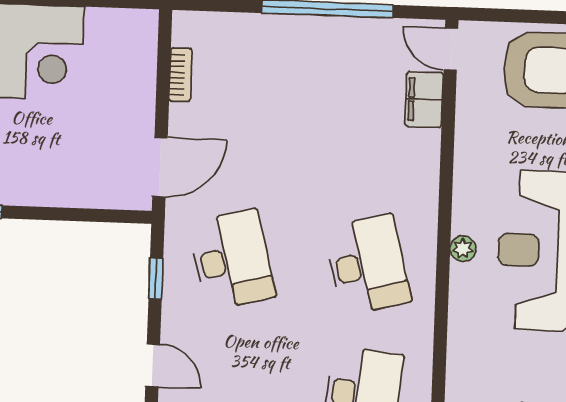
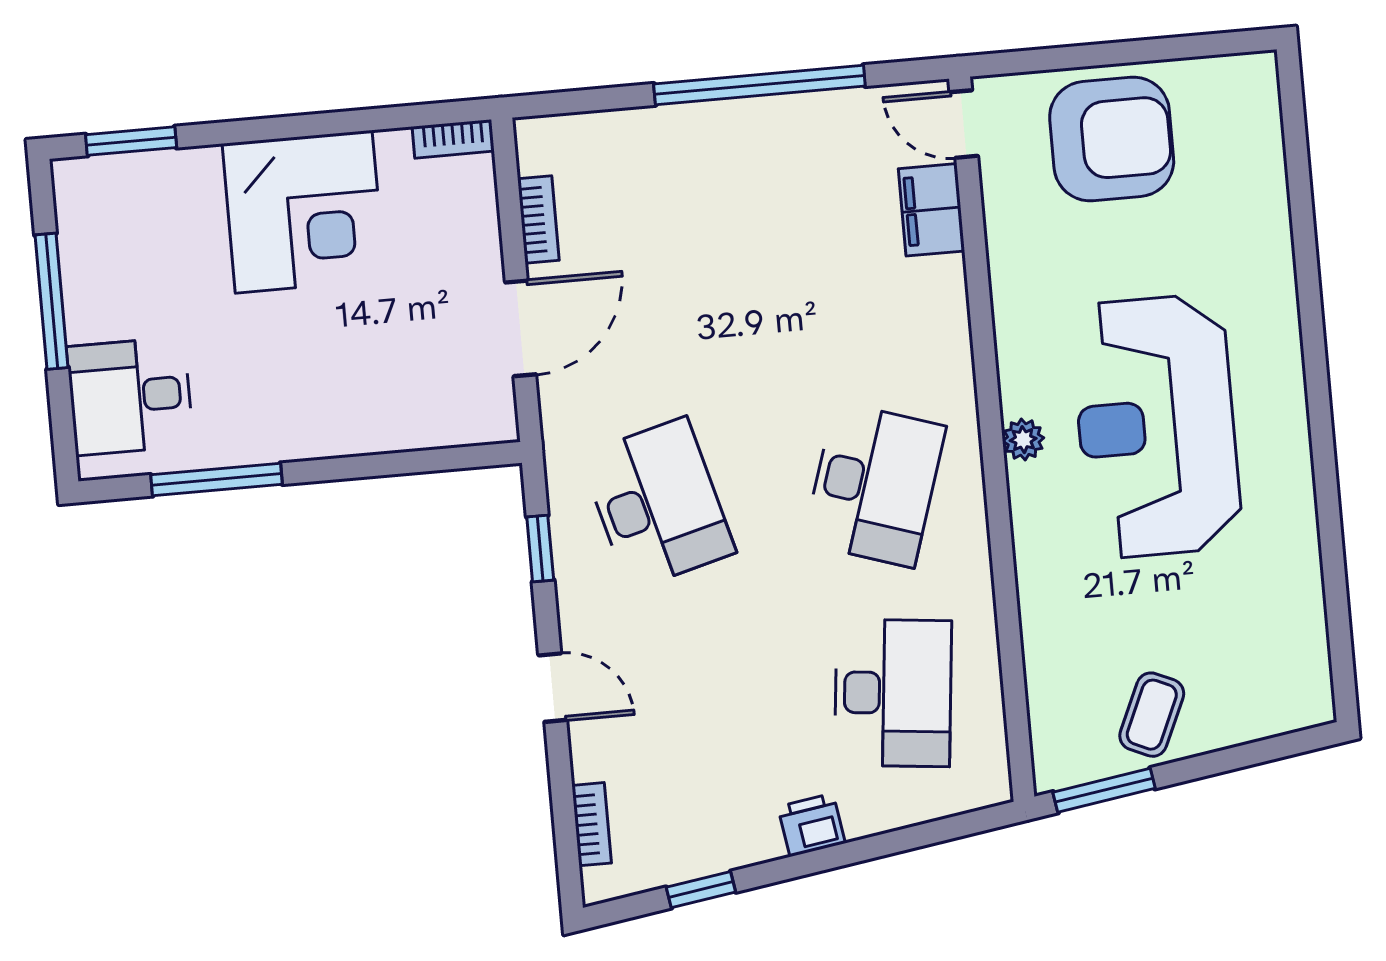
bookcase: (134, 18) -> (453, 139), added
door: (160, 167) -> (521, 328), moved
desk: (367, 265) -> (874, 484), turned 33

